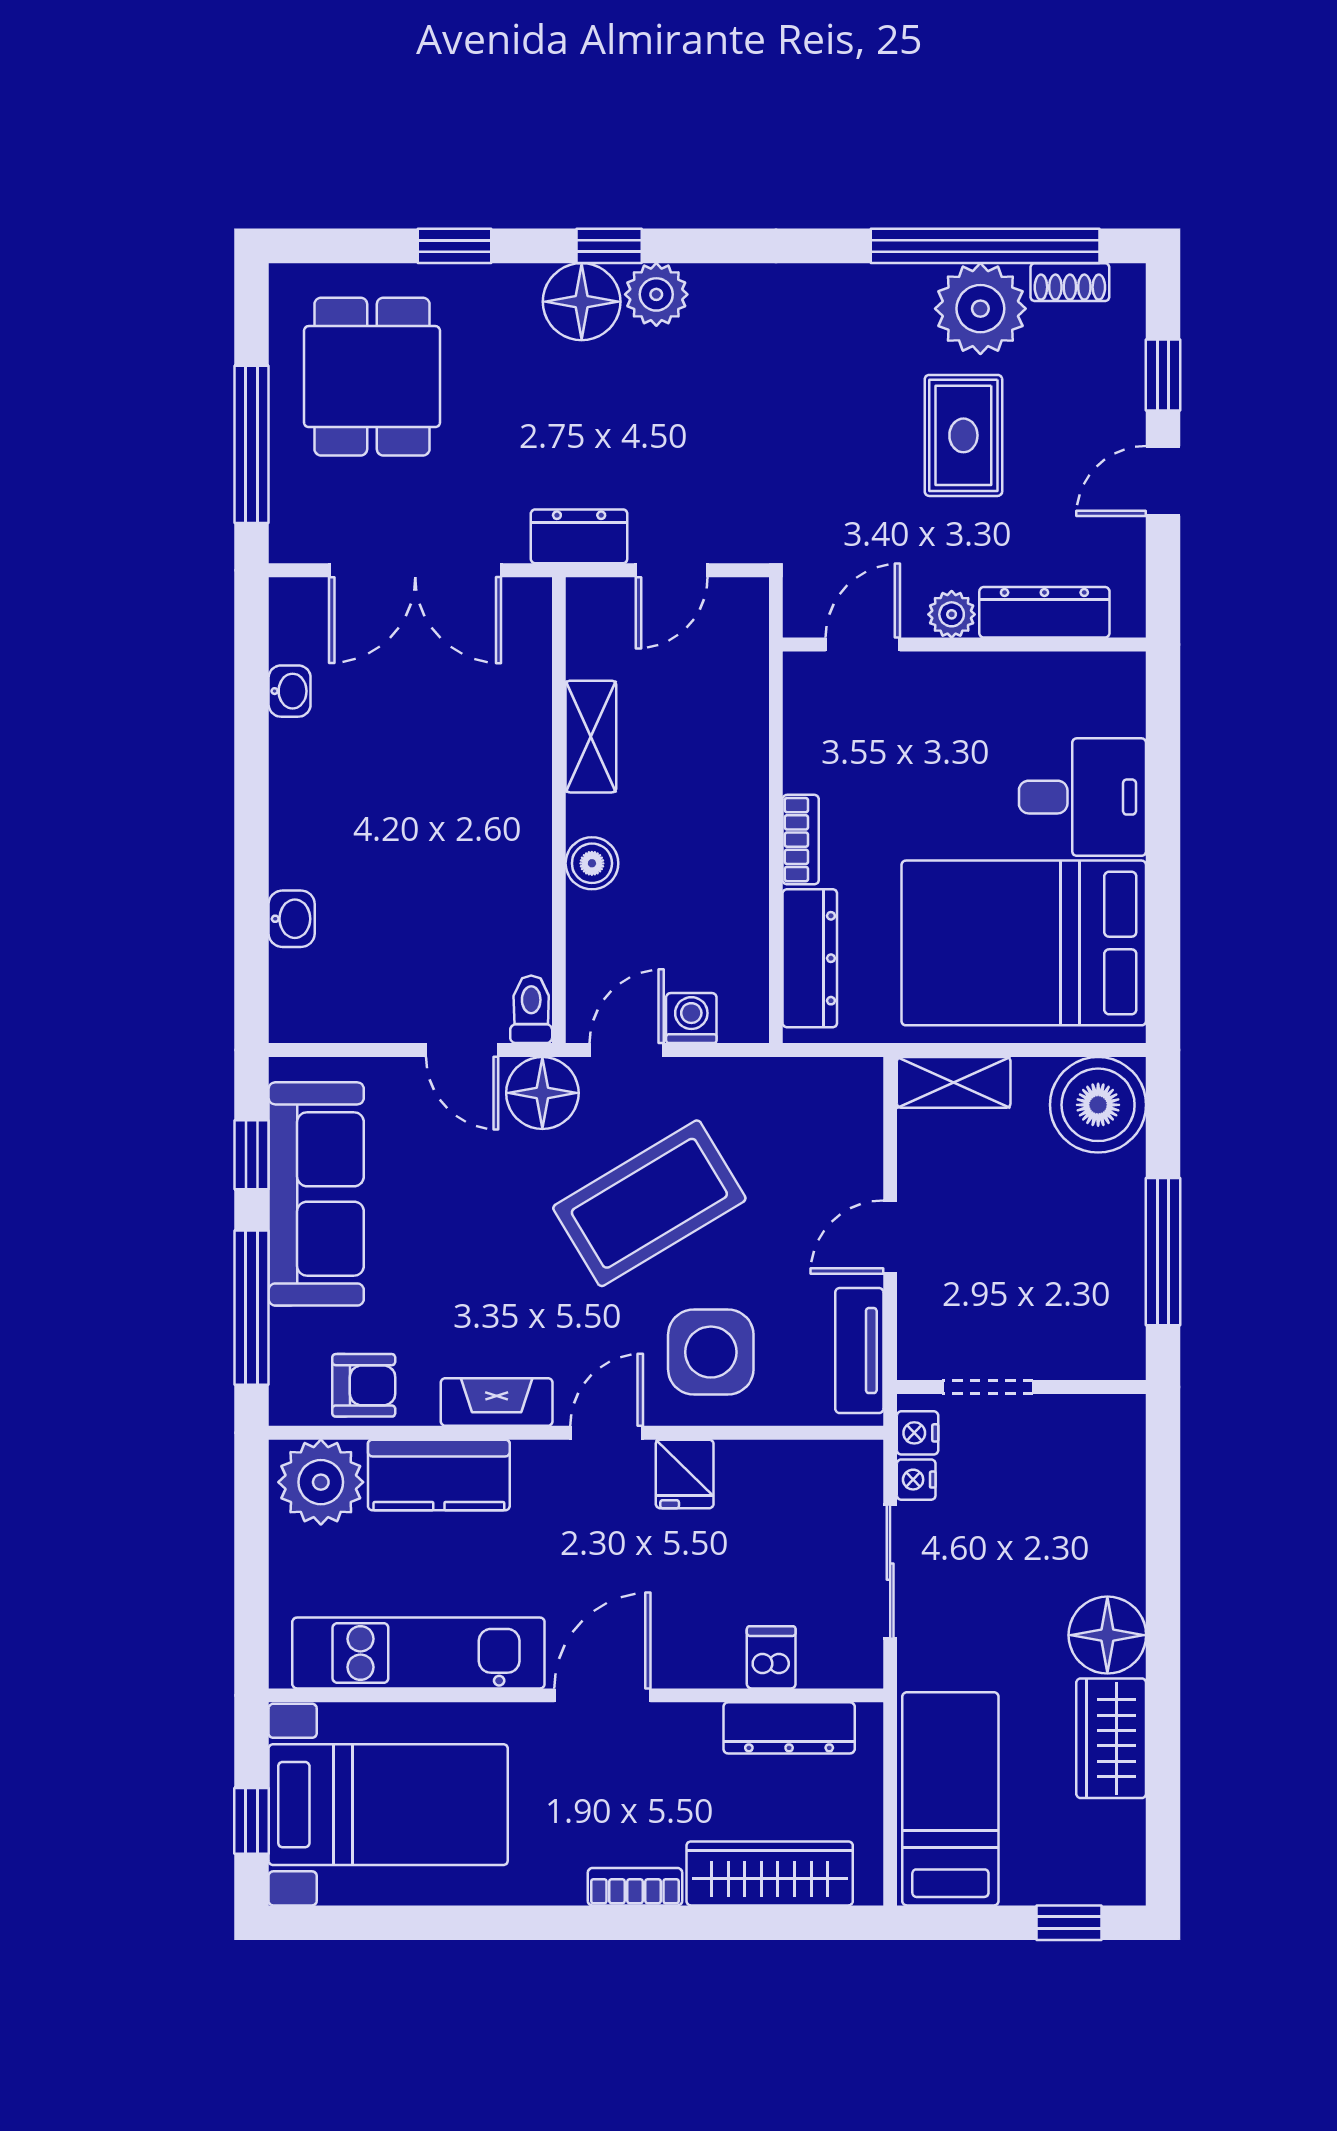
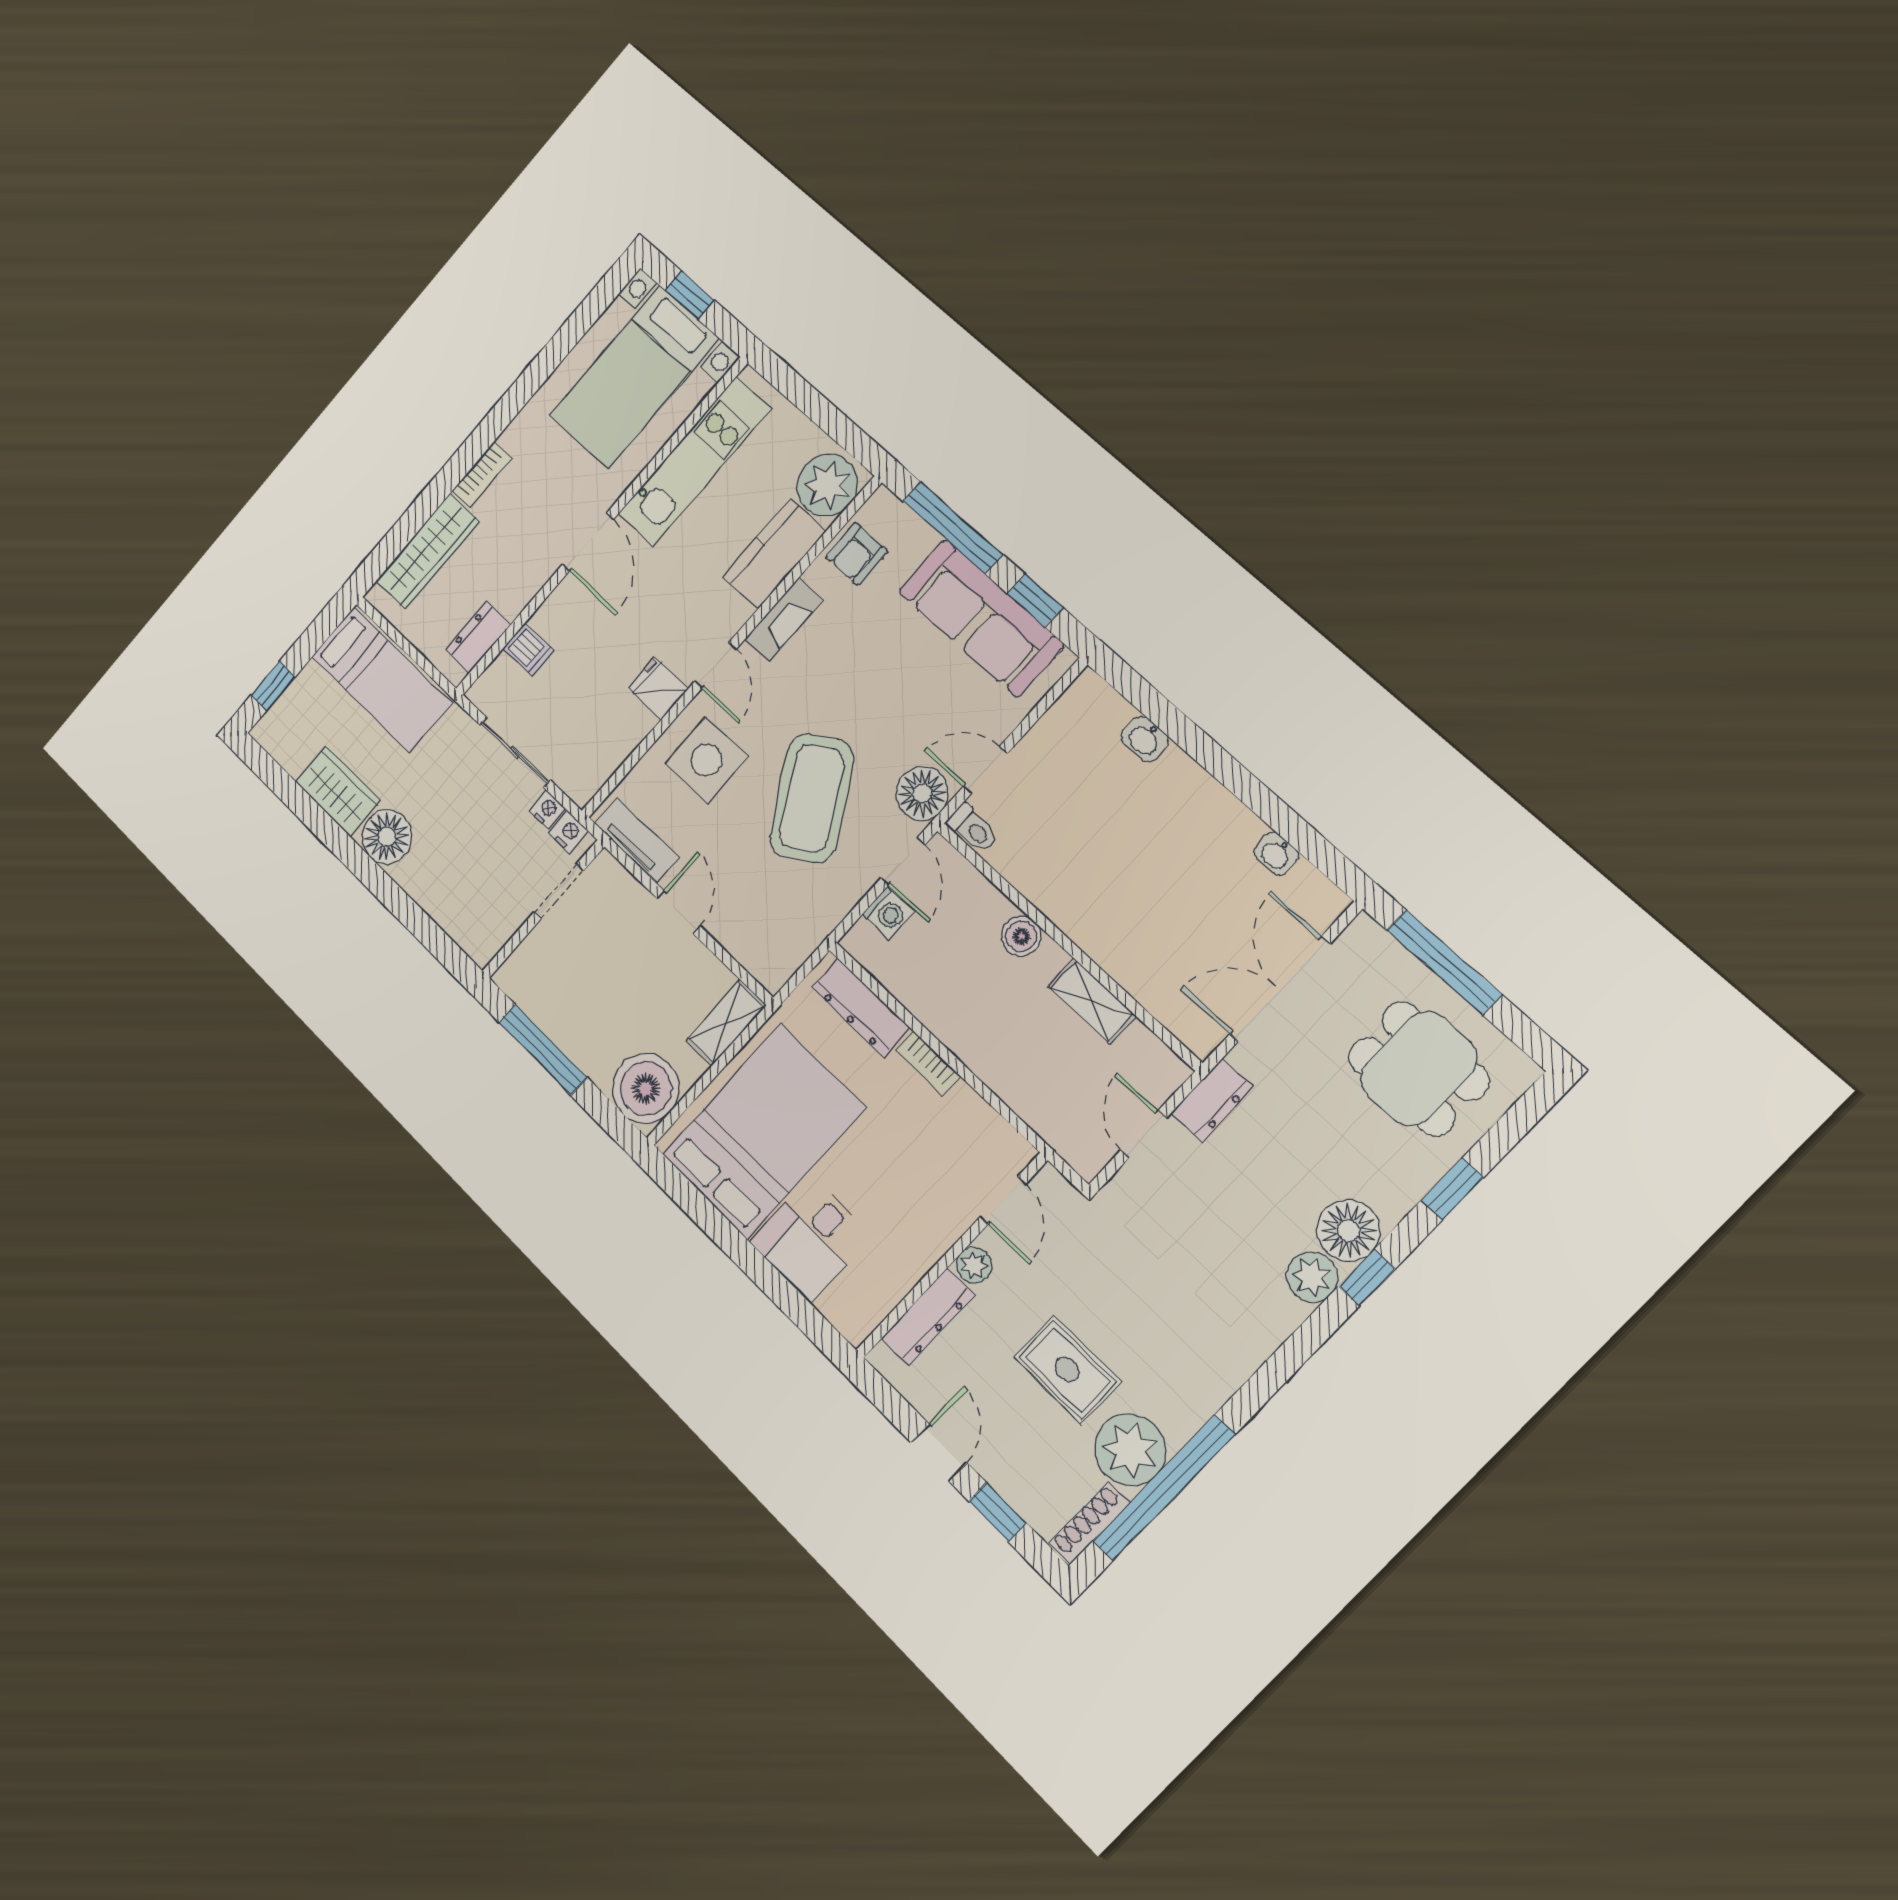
shoe rack: (1070, 282) -> (1089, 1523), width x1.43
dresser: (789, 1728) -> (478, 638), width x0.70

